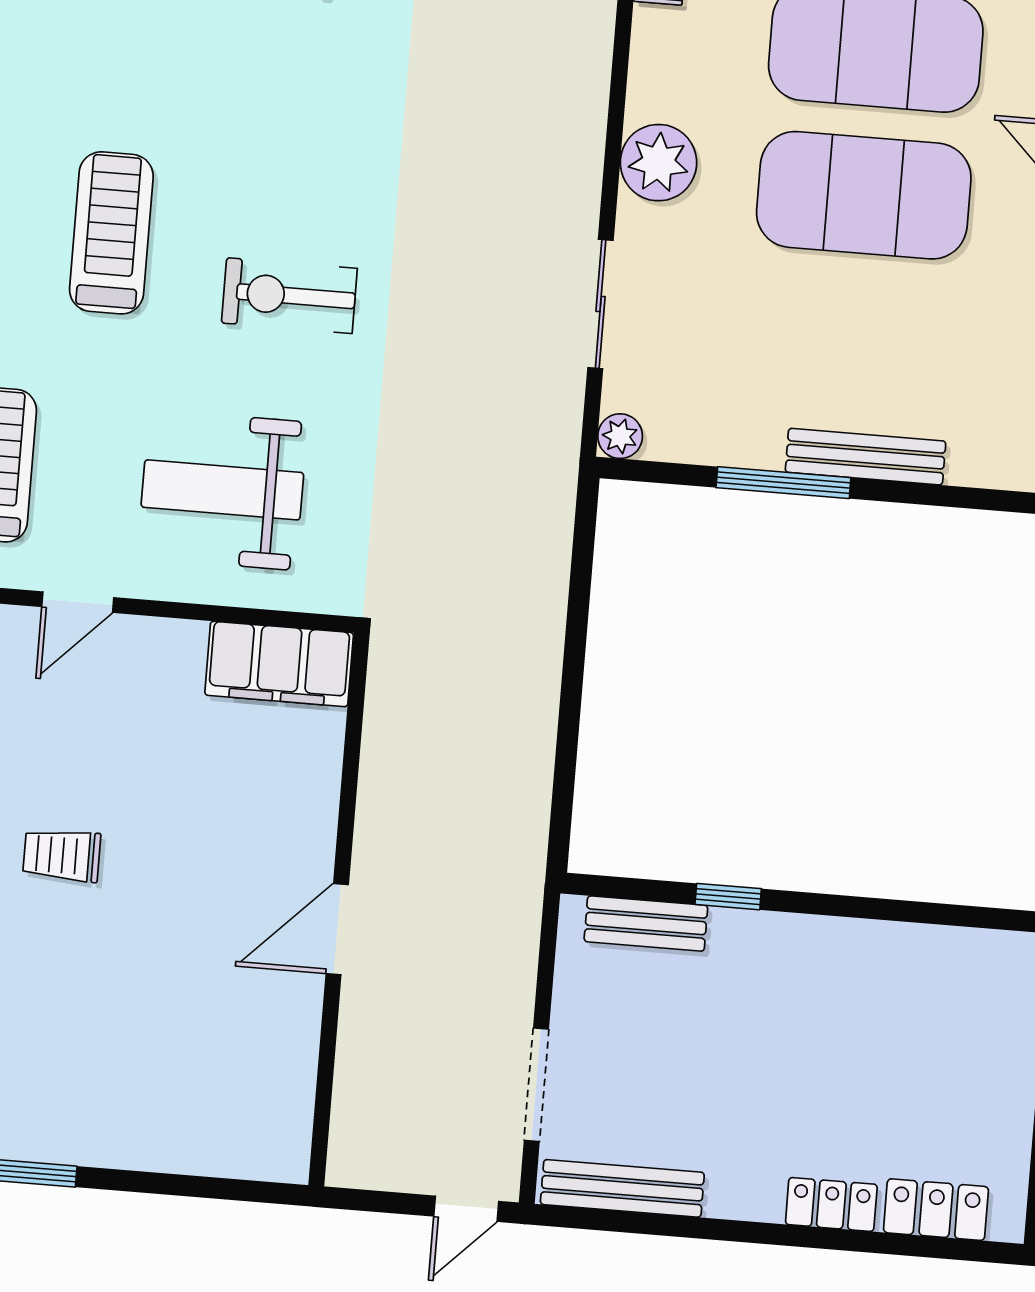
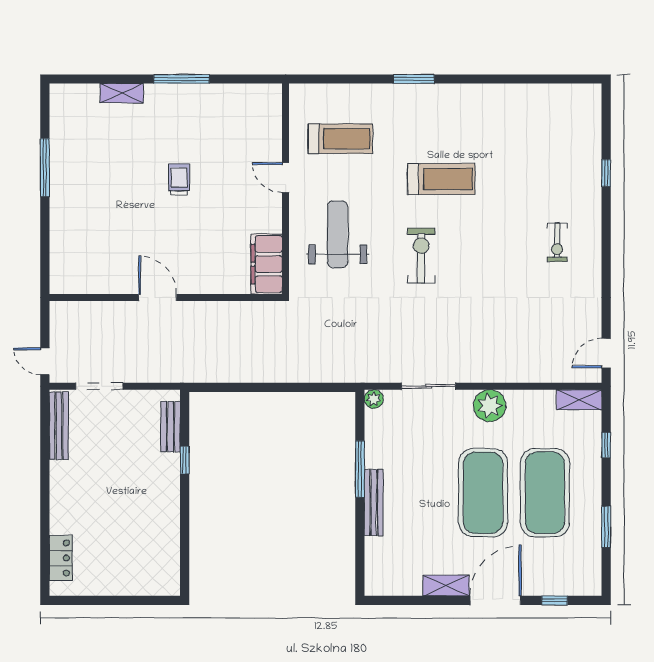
locker: (831, 1204) -> (59, 514), removed

